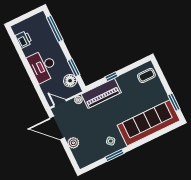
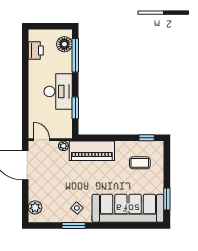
desk: (43, 66) -> (58, 91), moved, turned 180
coffee table: (146, 76) -> (140, 163), moved
window: (111, 77) -> (147, 138), moved
floor lamp: (70, 81) -> (64, 44), moved
plant: (73, 143) -> (35, 207), moved

